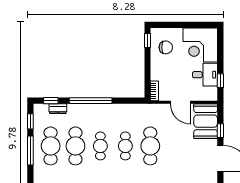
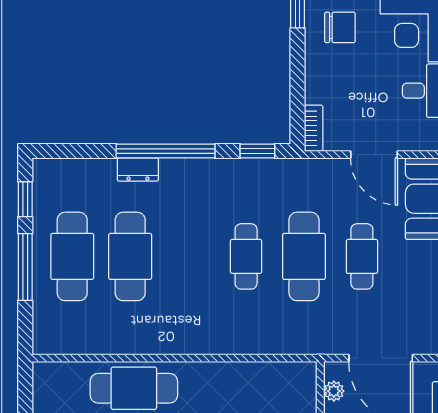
window: (51, 101) -> (257, 151), moved
dresser: (58, 109) -> (138, 170), moved
cafe table: (100, 146) -> (362, 256), moved

